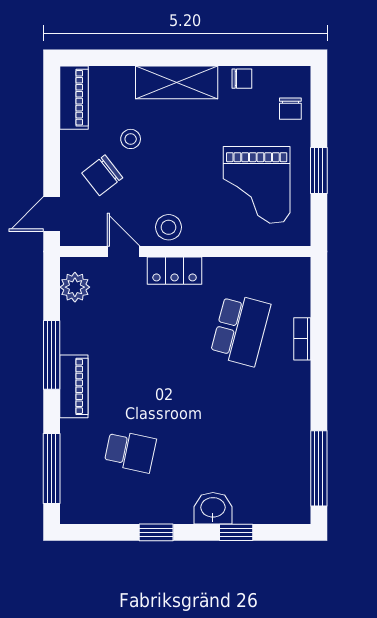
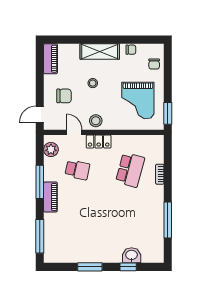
stool: (131, 139) -> (93, 83), moved
window: (319, 170) -> (168, 113), moved
chair: (102, 175) -> (64, 96), turned -142
school desk: (130, 451) -> (77, 170), moved
window: (319, 468) -> (168, 220), moved
washbasin: (213, 508) -> (132, 255), moved
window: (156, 532) -> (90, 267), width x1.50

